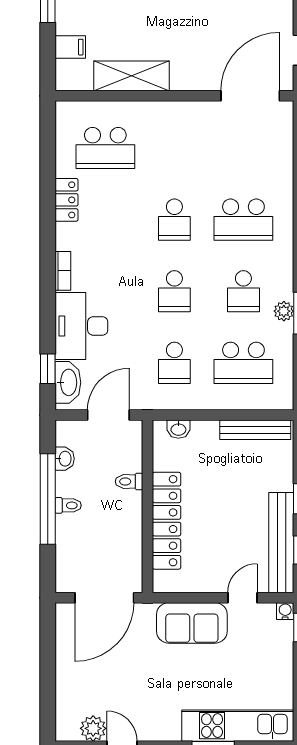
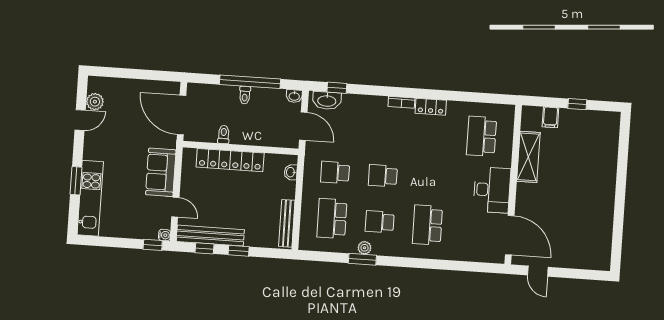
locker: (66, 200) -> (431, 107), moved
school desk: (174, 220) -> (431, 179), removed
desk: (81, 326) -> (492, 190), moved, turned 90
washbasin: (65, 459) -> (294, 96), moved
toilet: (129, 482) -> (224, 134), moved

